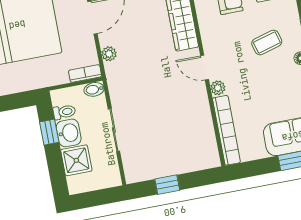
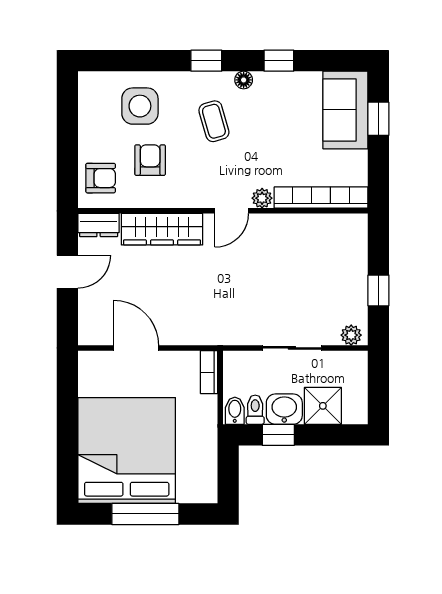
plant: (109, 54) -> (351, 335), moved
bidet: (94, 89) -> (235, 411), moved, turned 180

